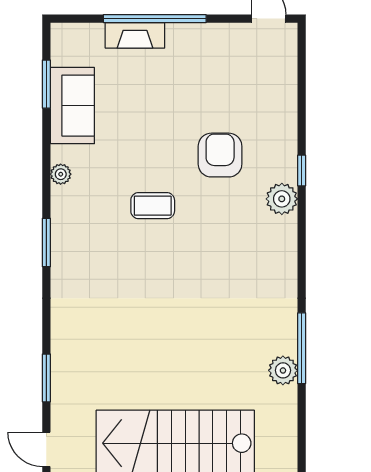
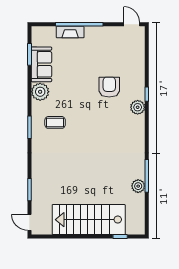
plant: (61, 174) -> (40, 92), width x1.88, depth x1.88
coffee table: (153, 206) -> (55, 122), moved

